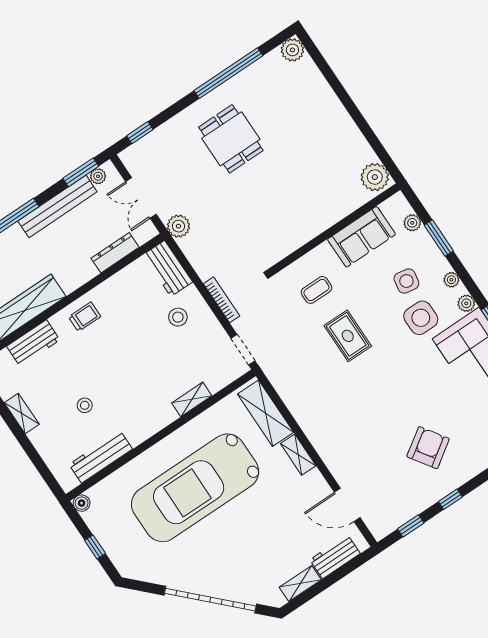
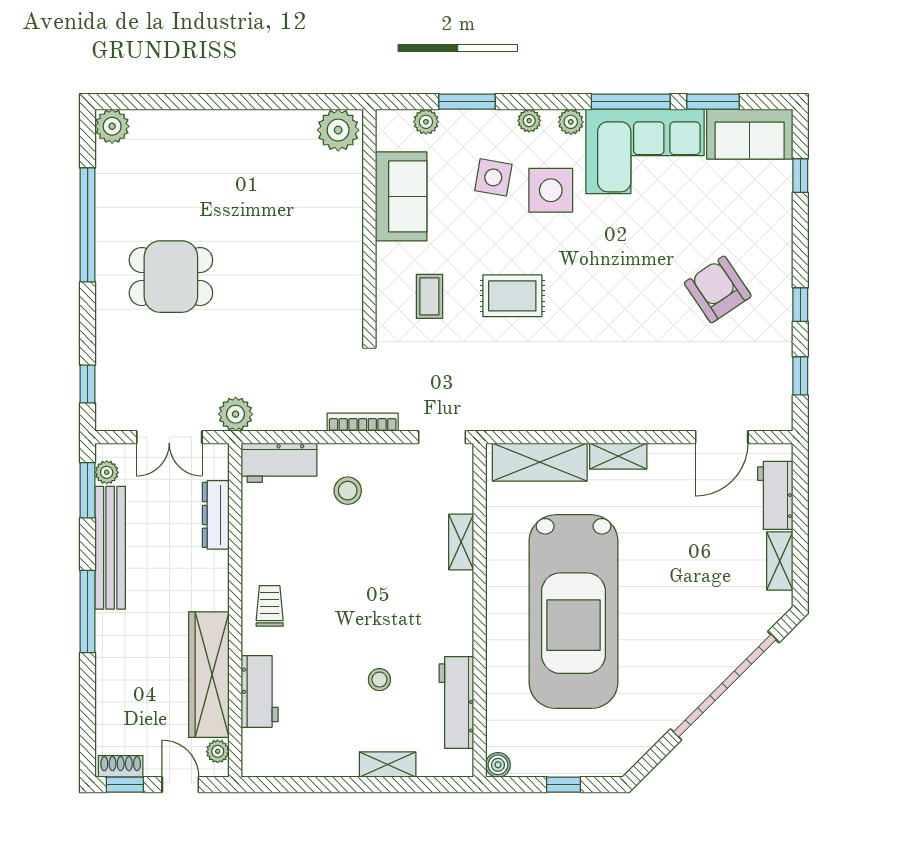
shelving: (22, 413) -> (388, 764), moved

